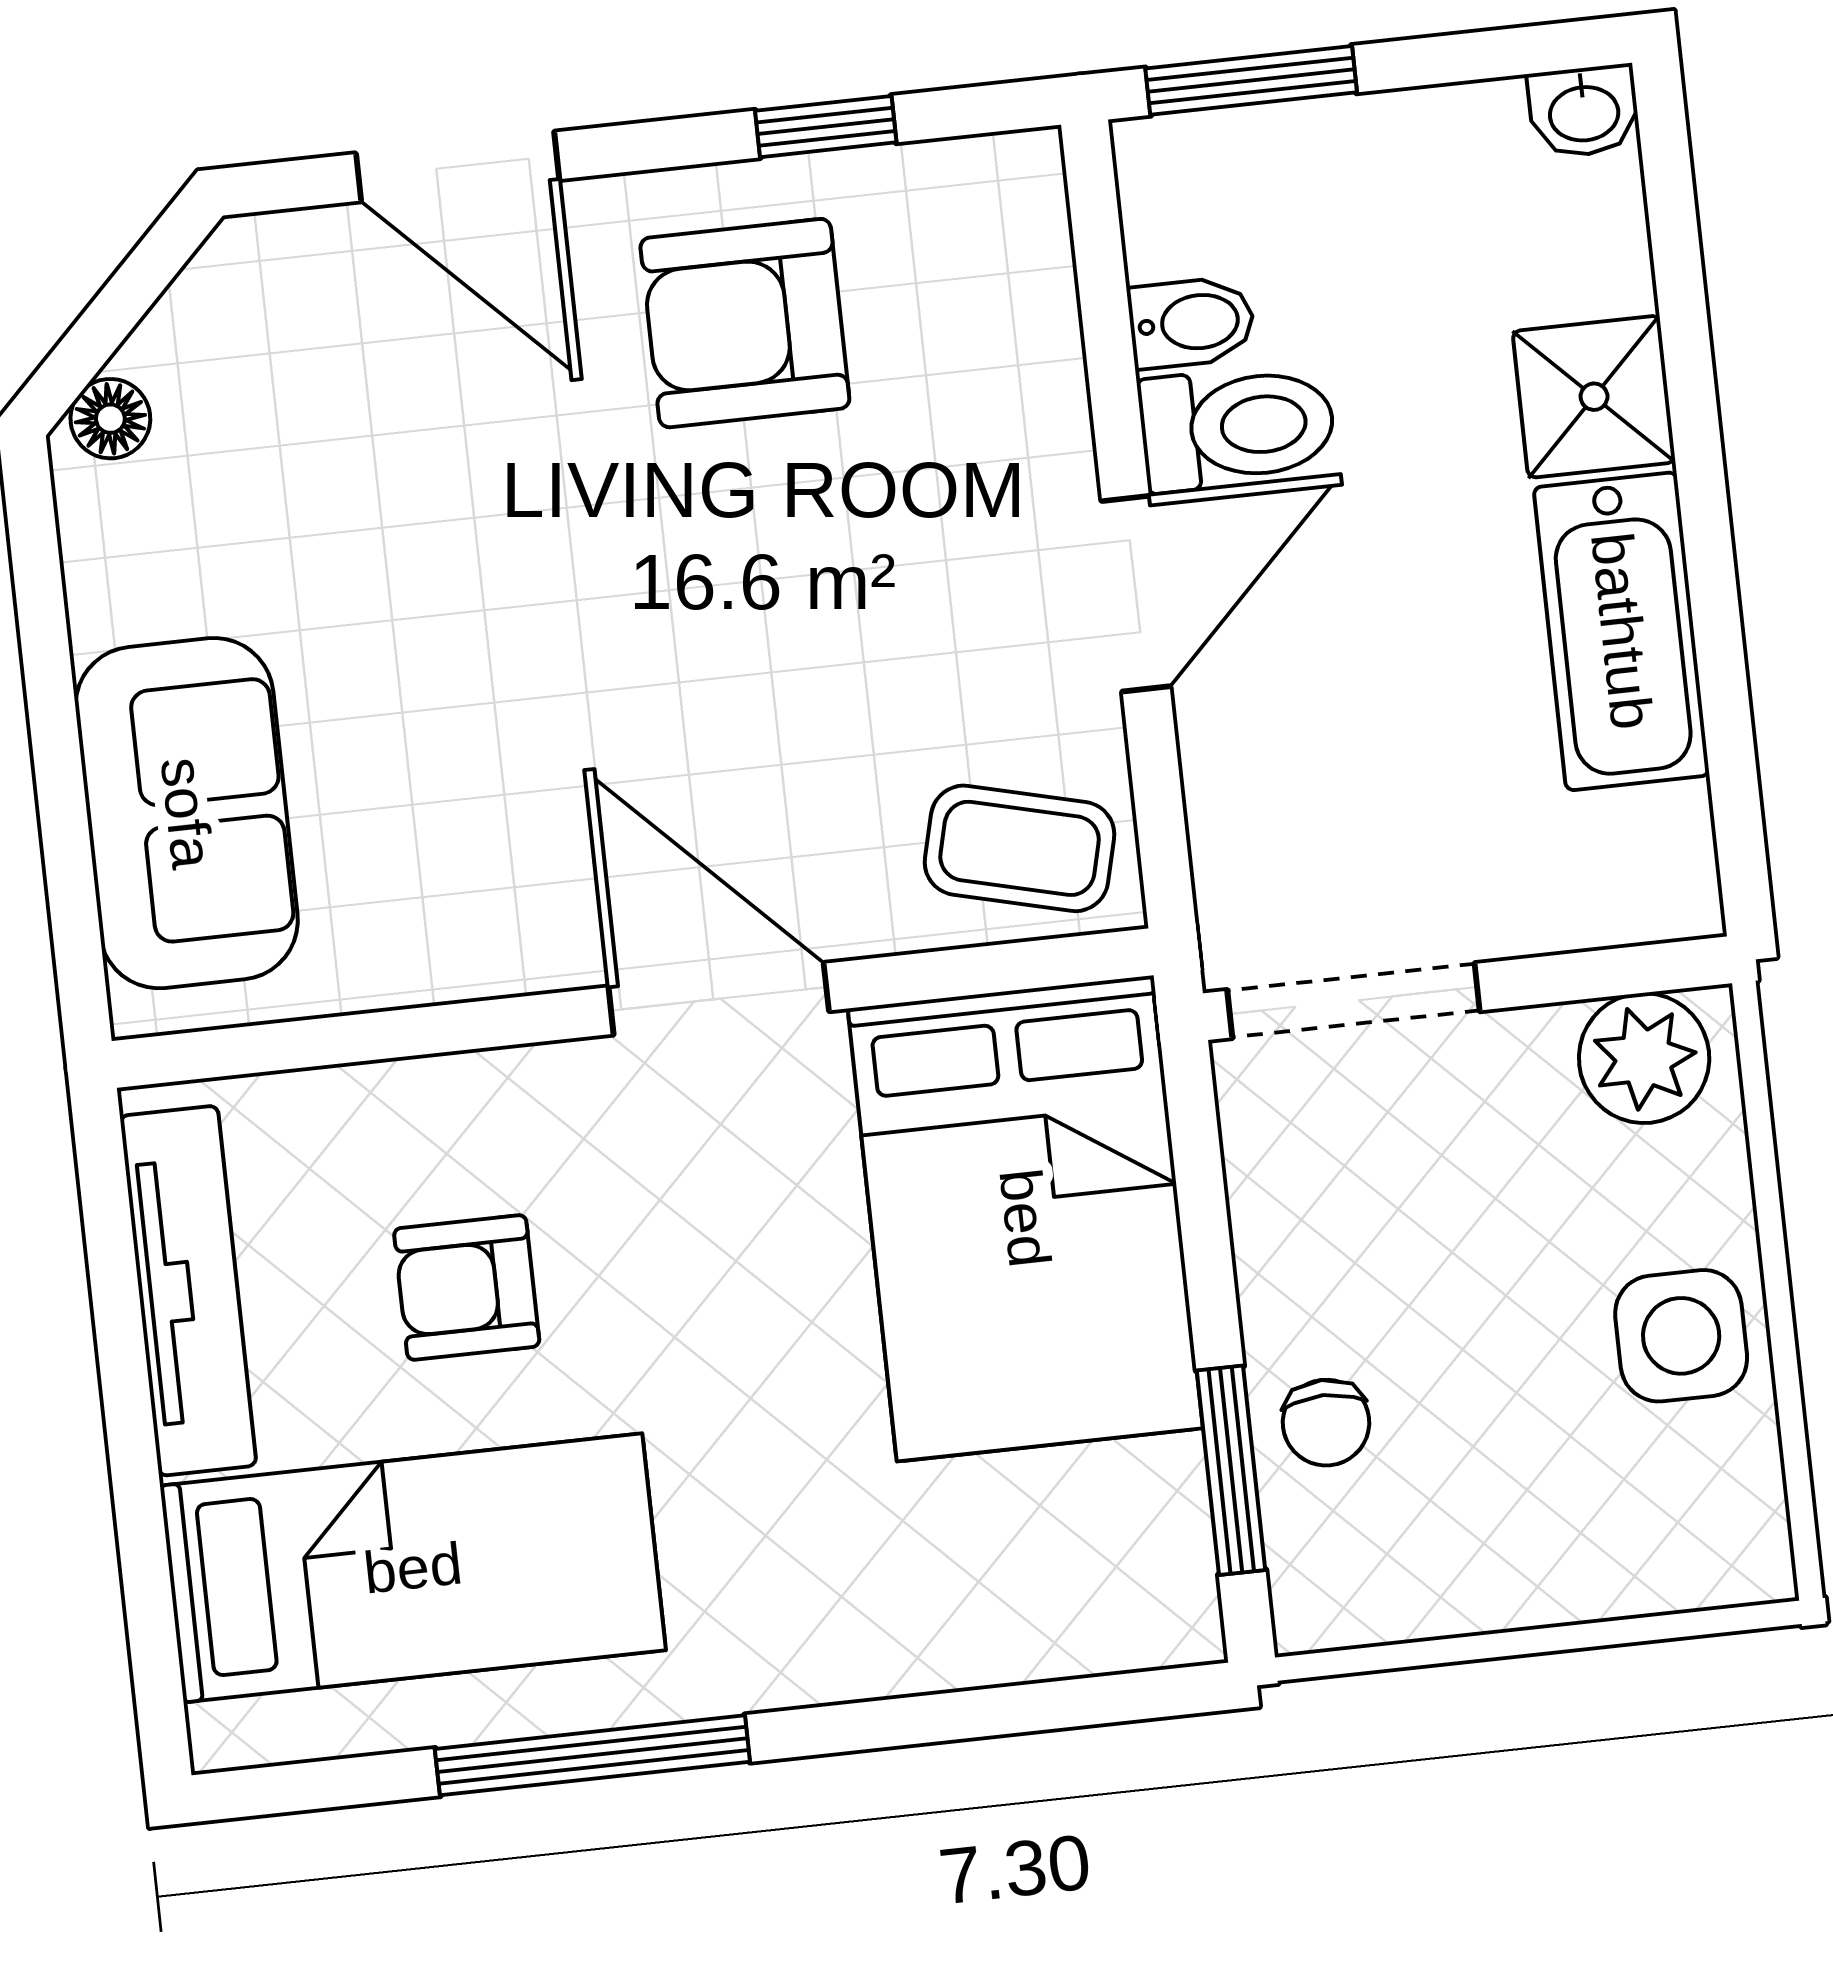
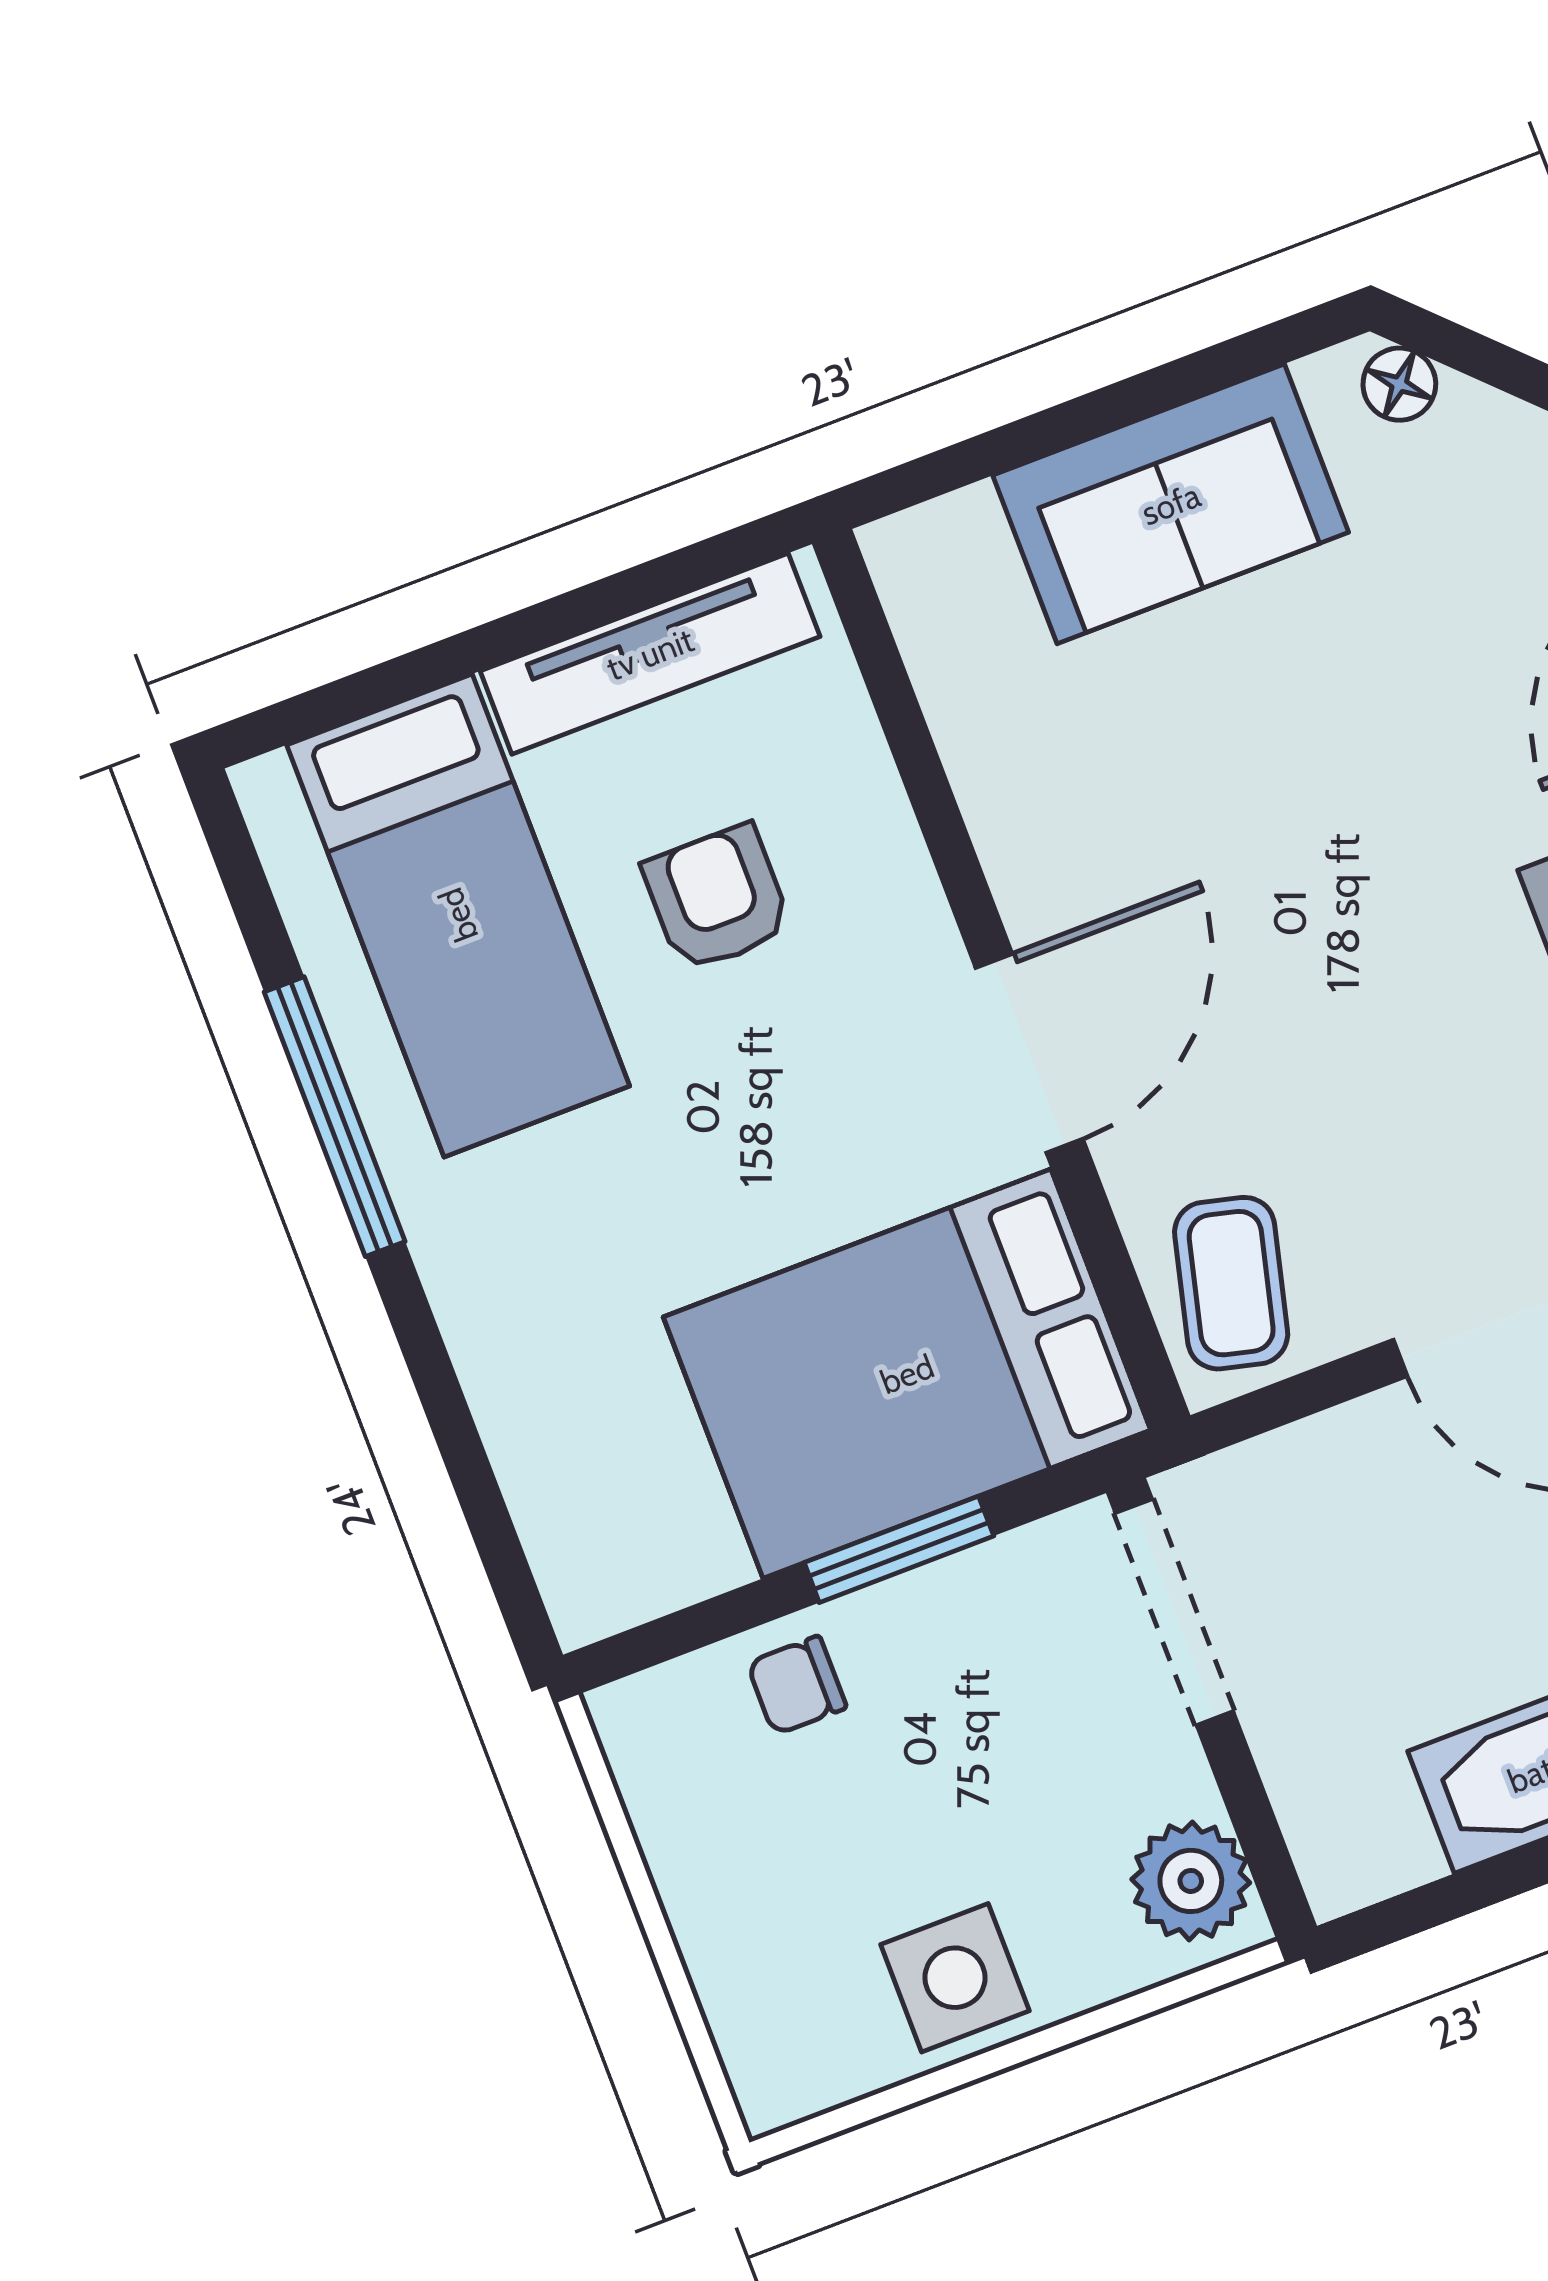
sofa: (187, 813) -> (1171, 504), moved
window: (1231, 1470) -> (899, 1549), moved

